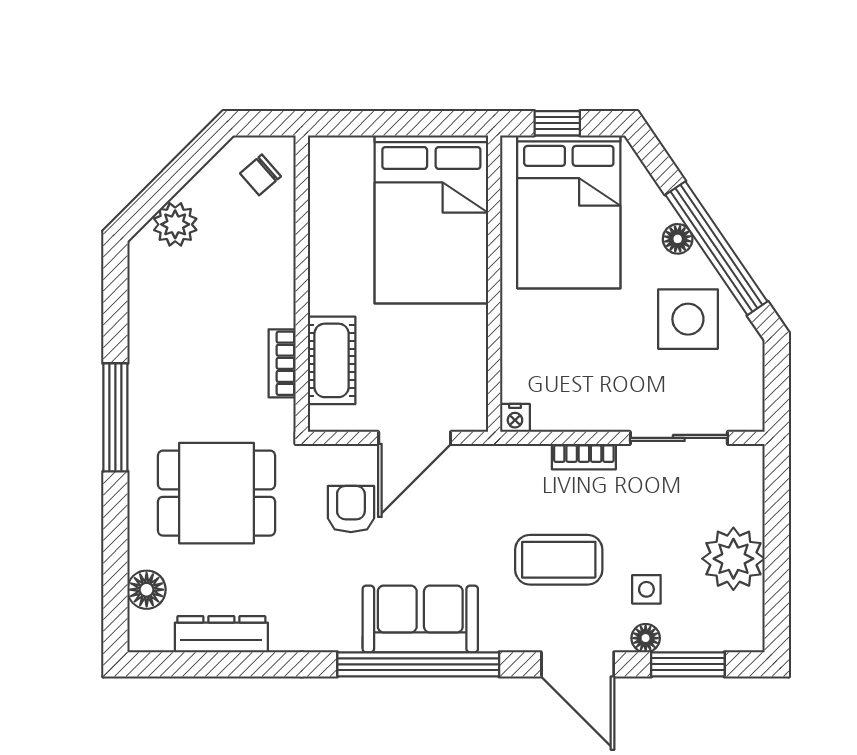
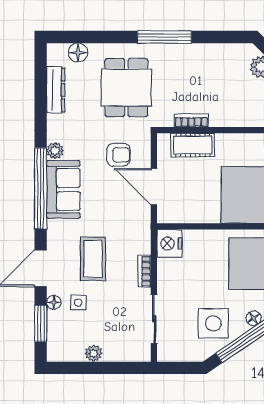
nightstand: (515, 418) -> (170, 243), width x1.89, depth x1.79
plant: (733, 559) -> (94, 353), width x0.53, depth x0.53
plant: (343, 636) -> (55, 151), added

